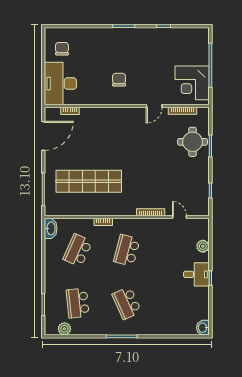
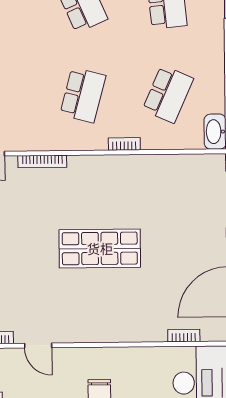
door: (154, 106) -> (38, 346), swing flipped
shop shelf: (89, 181) -> (100, 248), moved, width x0.71

